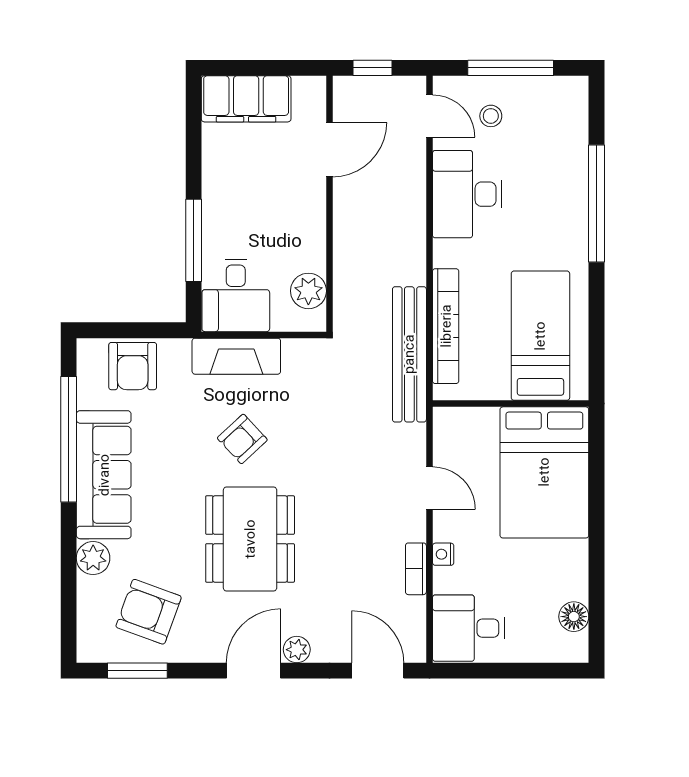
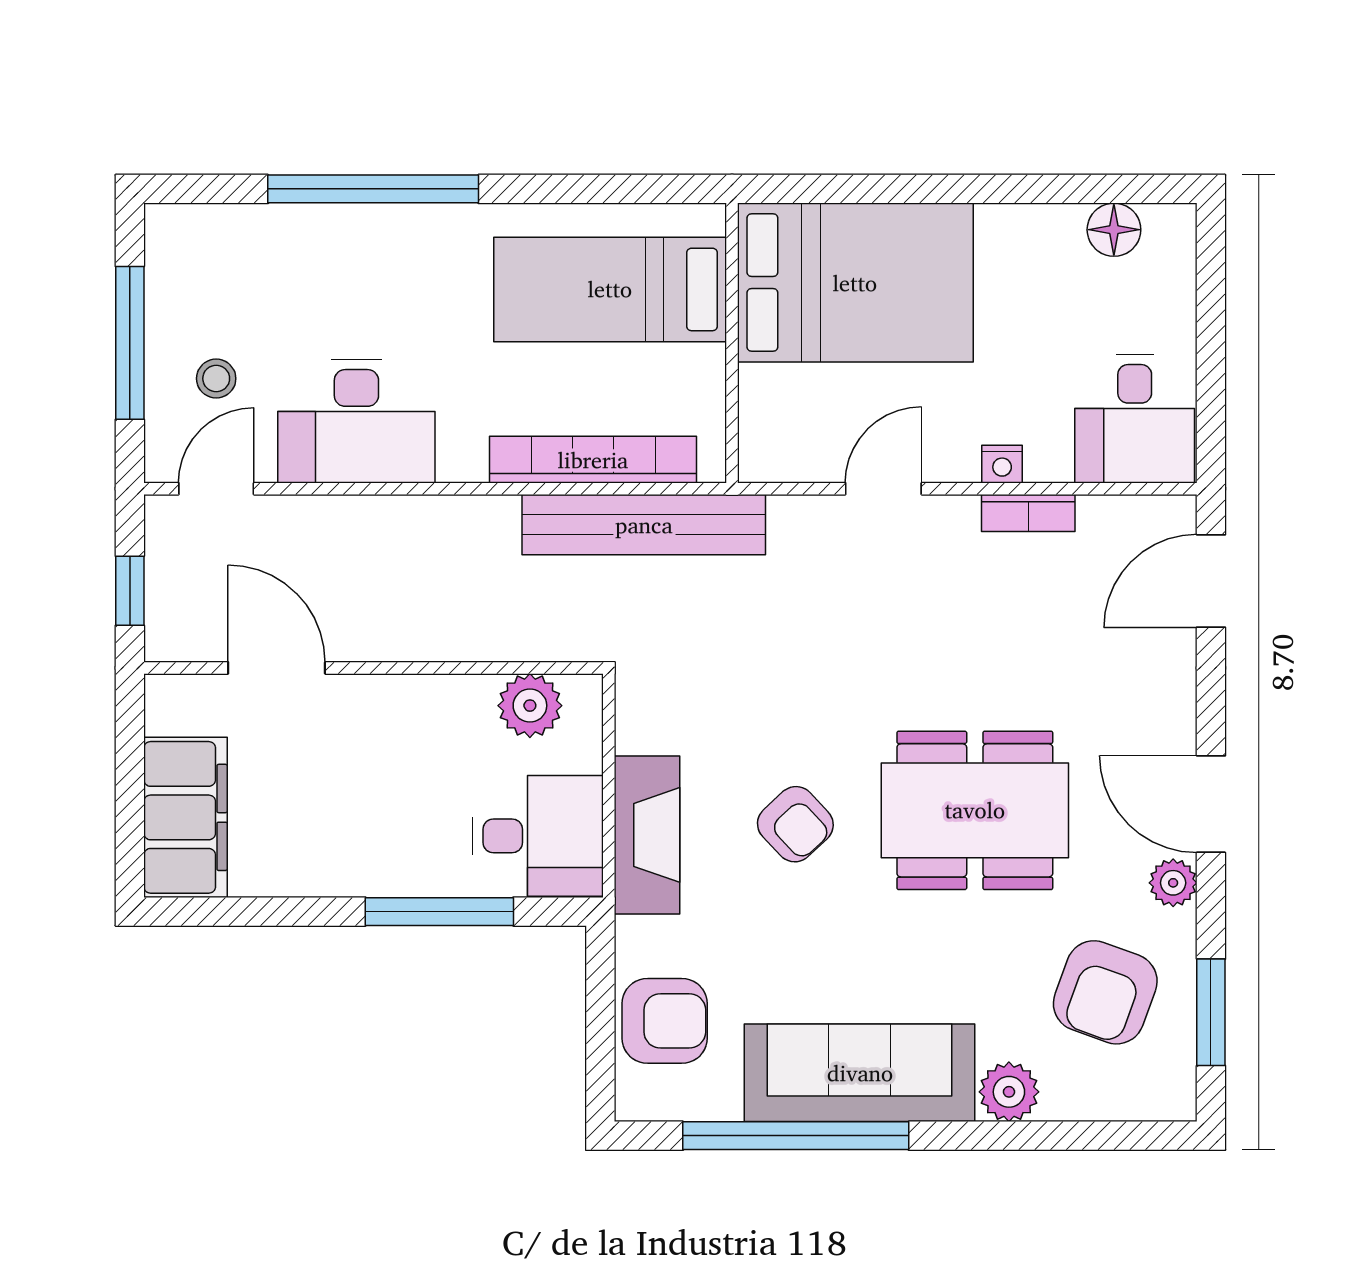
plant: (297, 650) -> (1173, 883), moved

